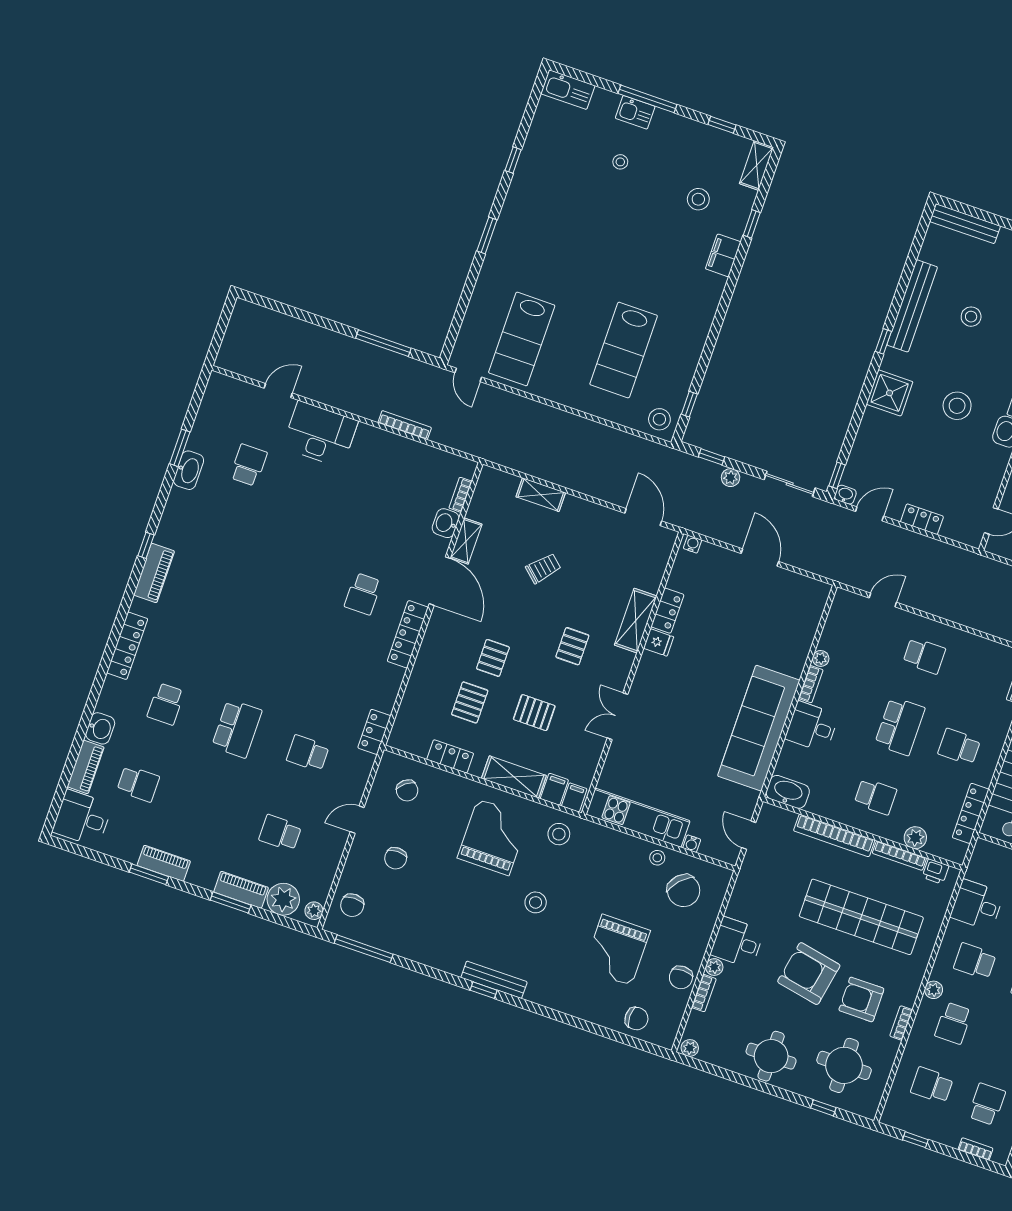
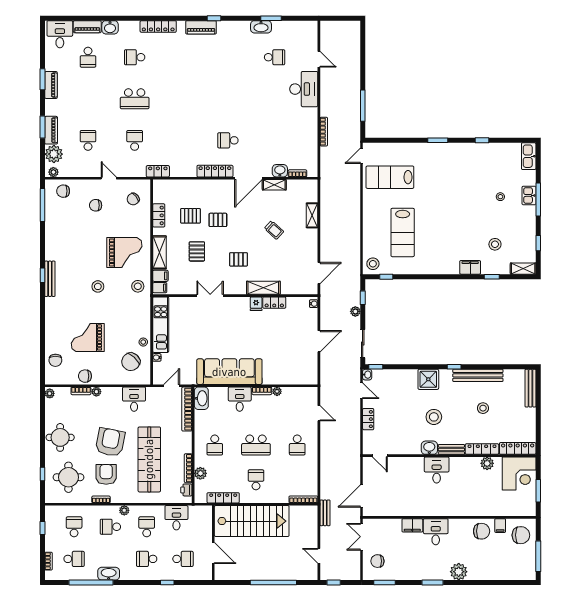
lab bench: (624, 350) -> (403, 232), turned -90
bookcase: (834, 835) -> (187, 409), moved
desk: (737, 942) -> (134, 399), moved

